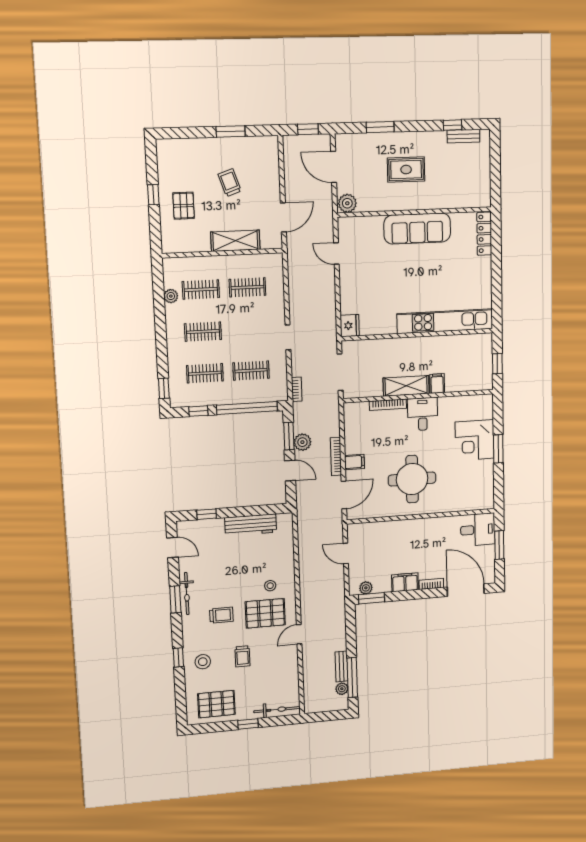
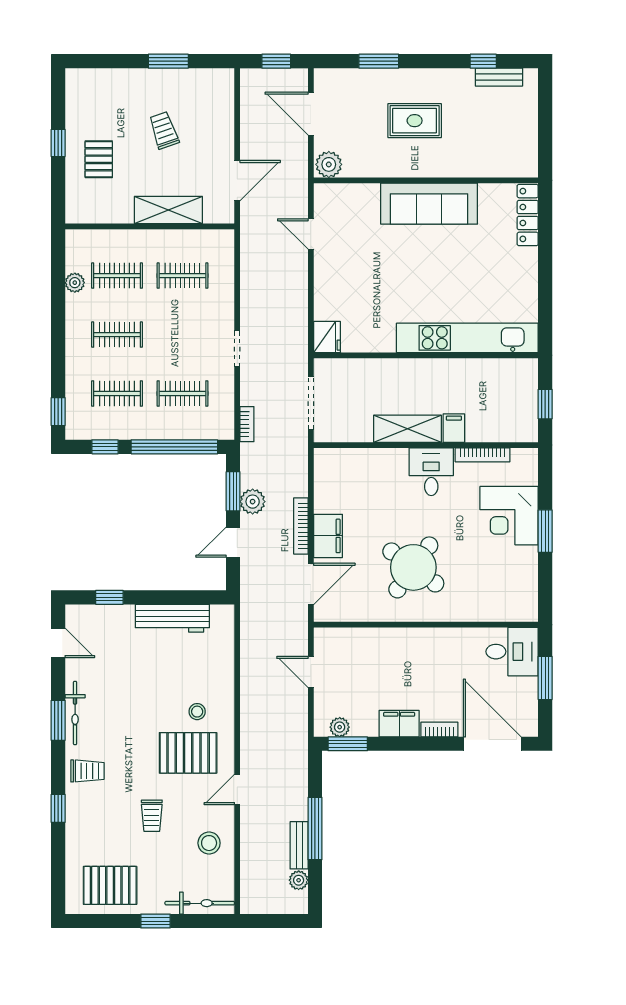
bookcase: (388, 405) -> (483, 455), moved
filing cabinet: (354, 462) -> (328, 536), width x2.00
door: (290, 471) -> (233, 542), swing flipped
round table: (412, 479) -> (413, 567), turned 36
trolley: (221, 615) -> (87, 771), moved
stool: (203, 662) -> (209, 843), moved
window: (352, 678) -> (315, 828), moved

